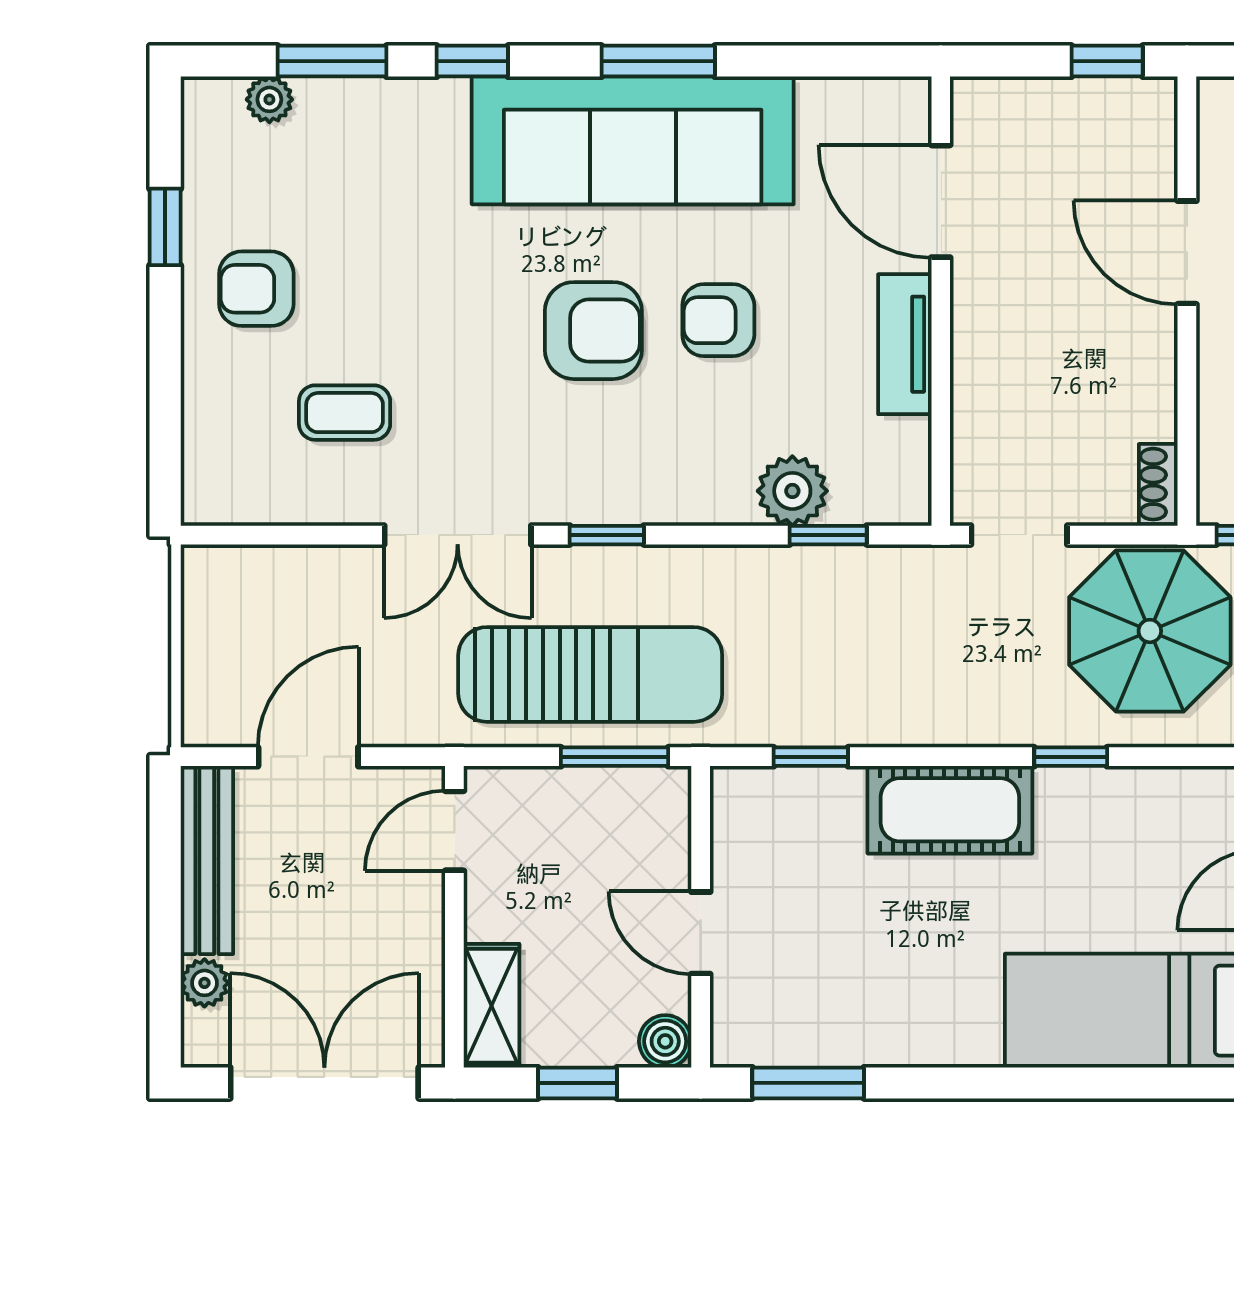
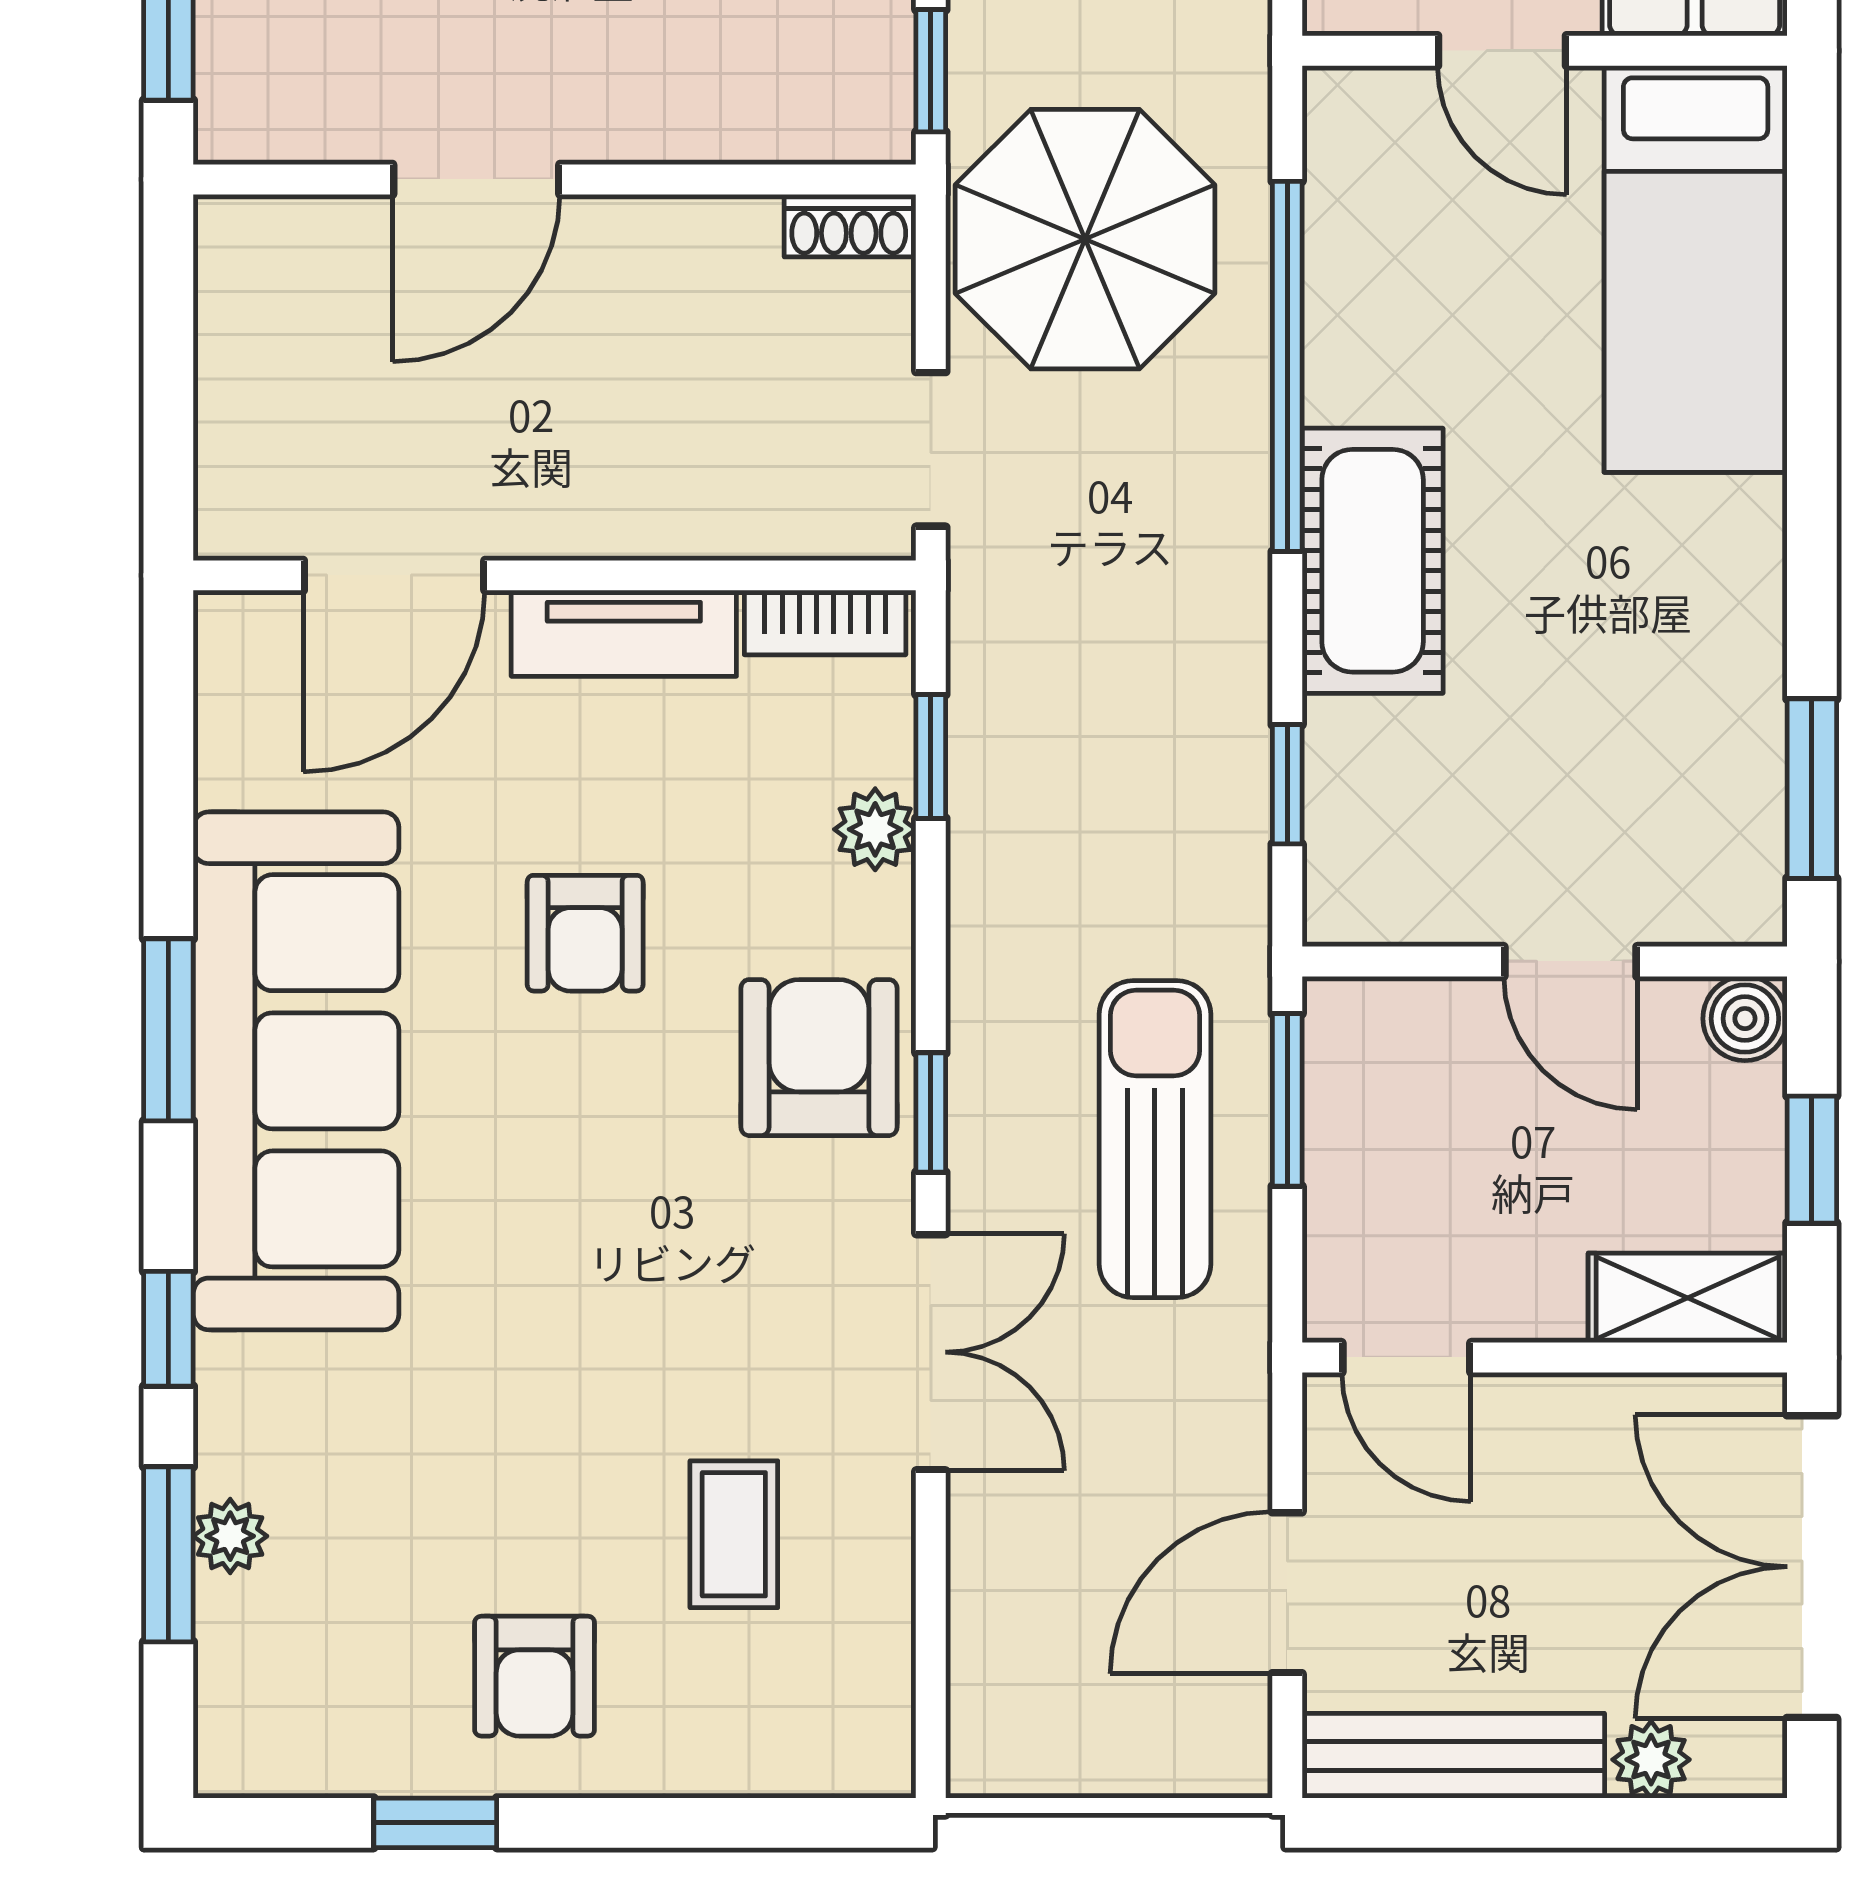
window: (1107, 61) -> (168, 308), removed
plant: (269, 99) -> (230, 1536), moved
armchair: (593, 331) -> (819, 1058), moved
bookcase: (911, 469) -> (825, 623), added
plant: (792, 491) -> (875, 829), width x0.73, depth x0.73
sun lounger: (590, 674) -> (1155, 1139), width x0.73, depth x0.75
door: (308, 757) -> (1287, 1593), hinge flipped
window: (1071, 757) -> (1287, 366), width x3.17
door: (701, 933) -> (1570, 961), hinge flipped

